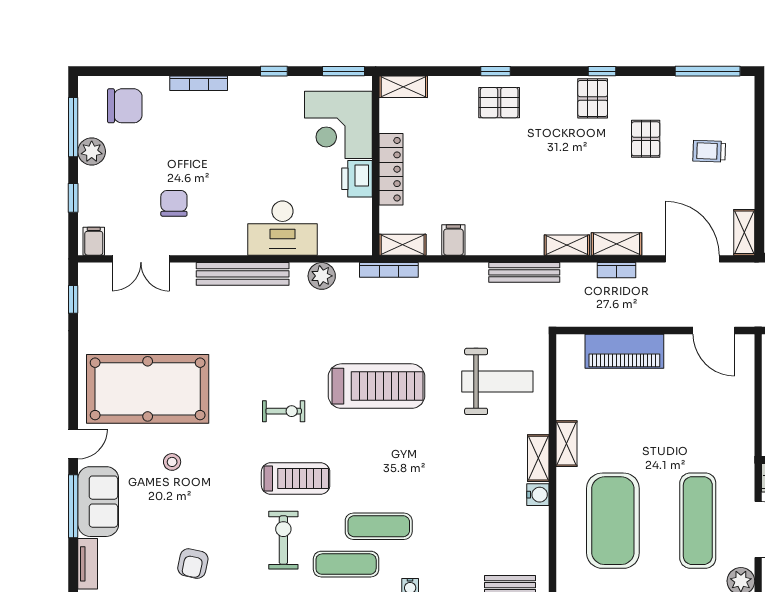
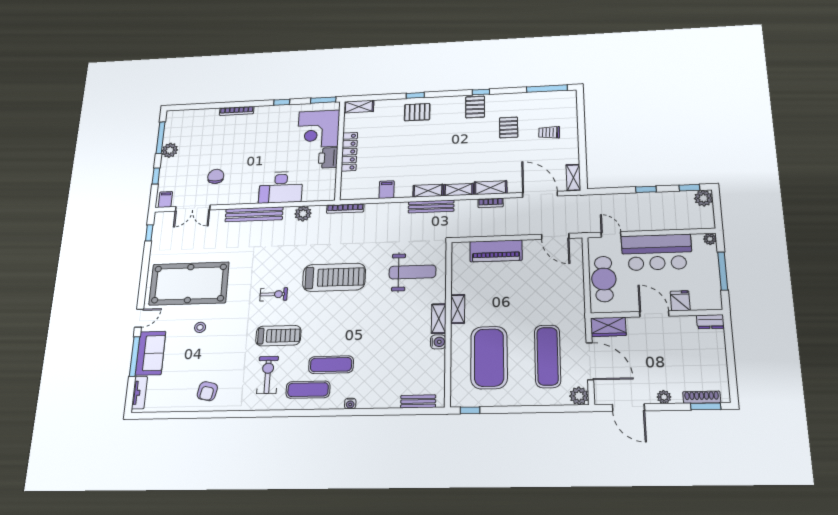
chair: (125, 106) -> (192, 125), removed
shelving: (403, 245) -> (428, 191), moved

